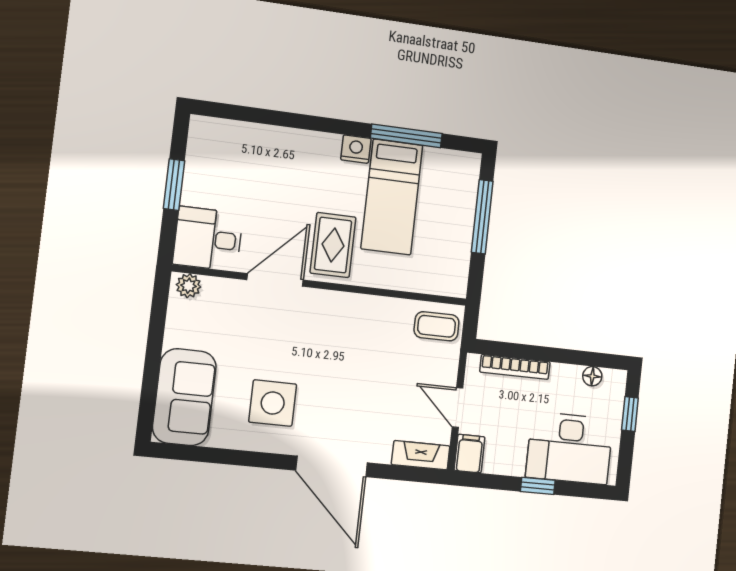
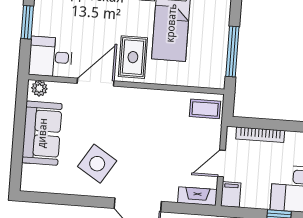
window: (482, 217) -> (232, 51), moved
sofa: (184, 397) -> (42, 133), moved
side table: (273, 403) -> (97, 164), turned 32
door: (458, 408) -> (221, 163), hinge flipped

